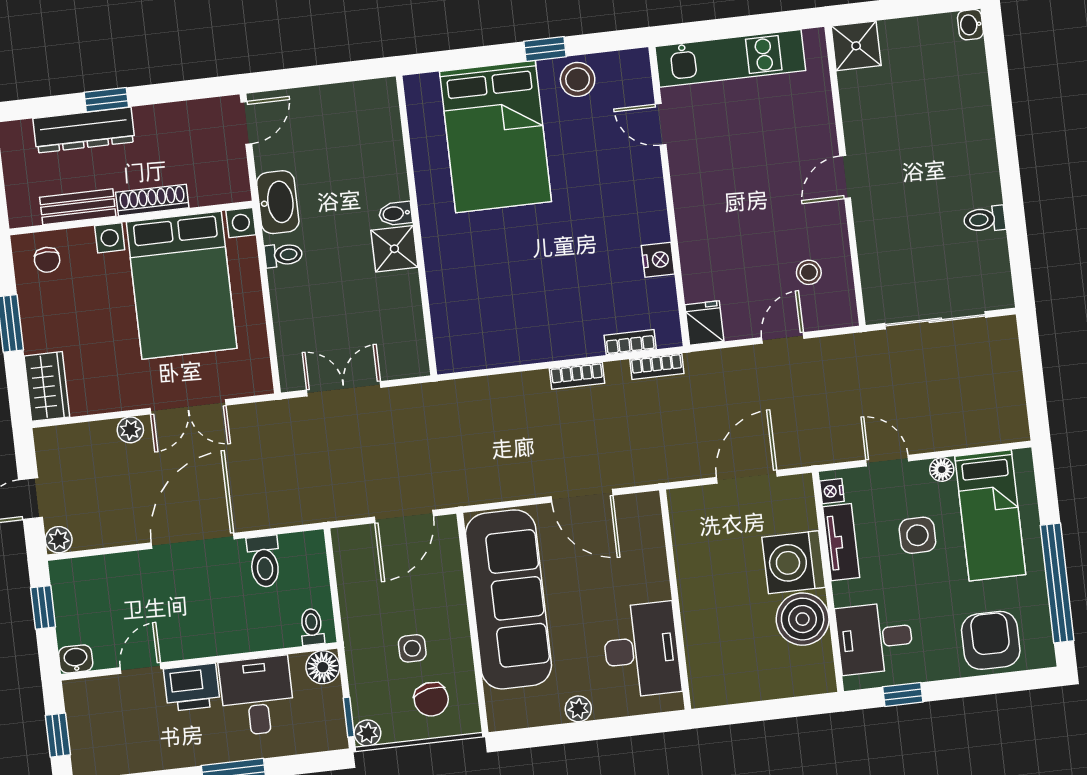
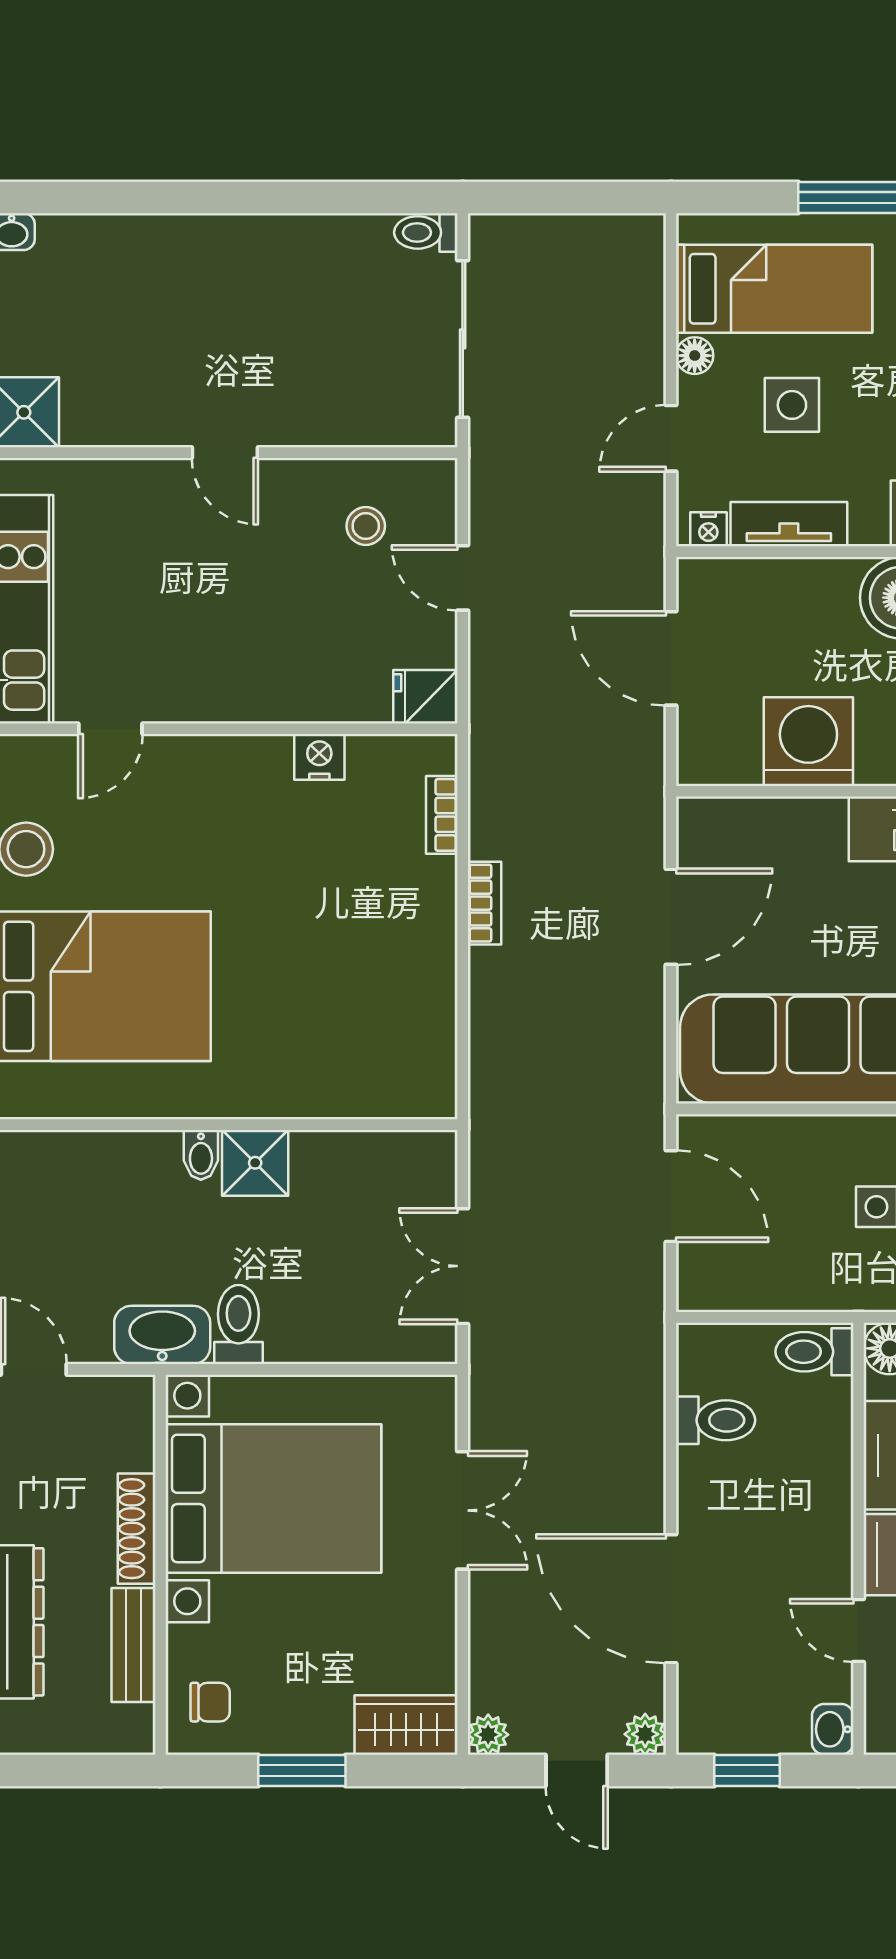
toilet: (985, 219) -> (426, 232), moved, turned 90
toilet: (283, 255) -> (238, 1325), width x1.37, depth x1.39
bookcase: (657, 366) -> (484, 778), removed
plant: (130, 430) -> (488, 1735), moved
door: (193, 541) -> (671, 1599), moved
washing machine: (794, 562) -> (808, 742), moved, turned 180
toilet: (312, 627) -> (814, 1352), width x1.37, depth x1.39

